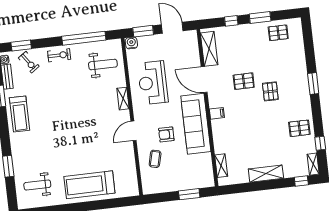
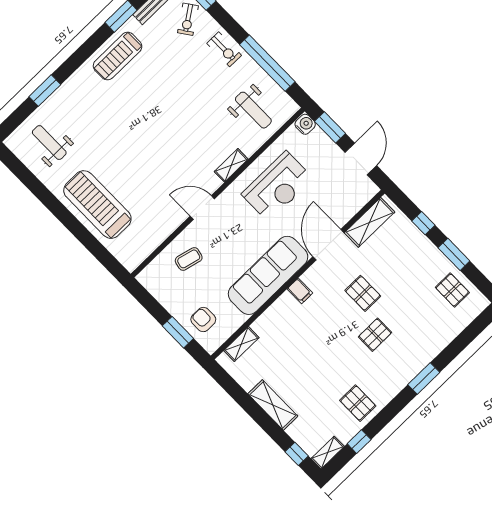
reception desk: (153, 83) -> (277, 186), turned 180
armchair: (166, 134) -> (203, 320), moved

